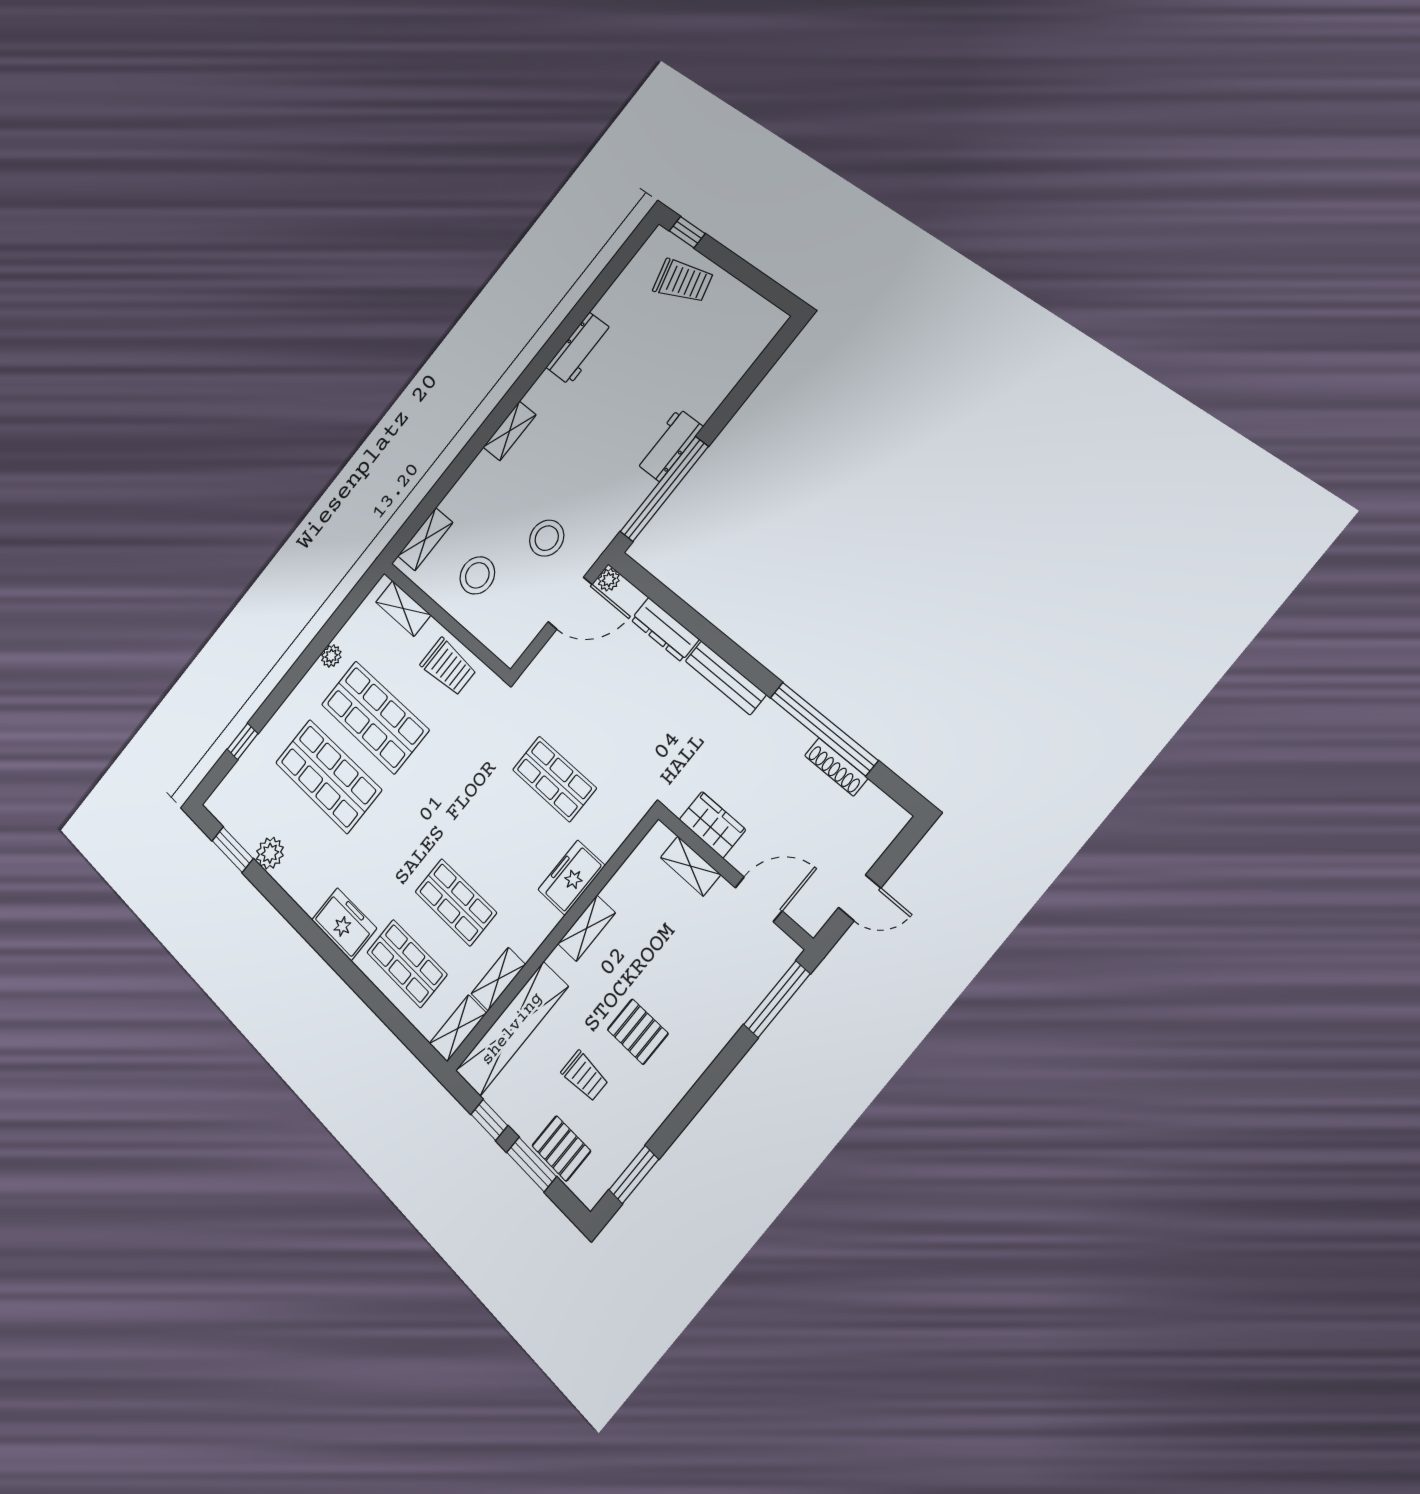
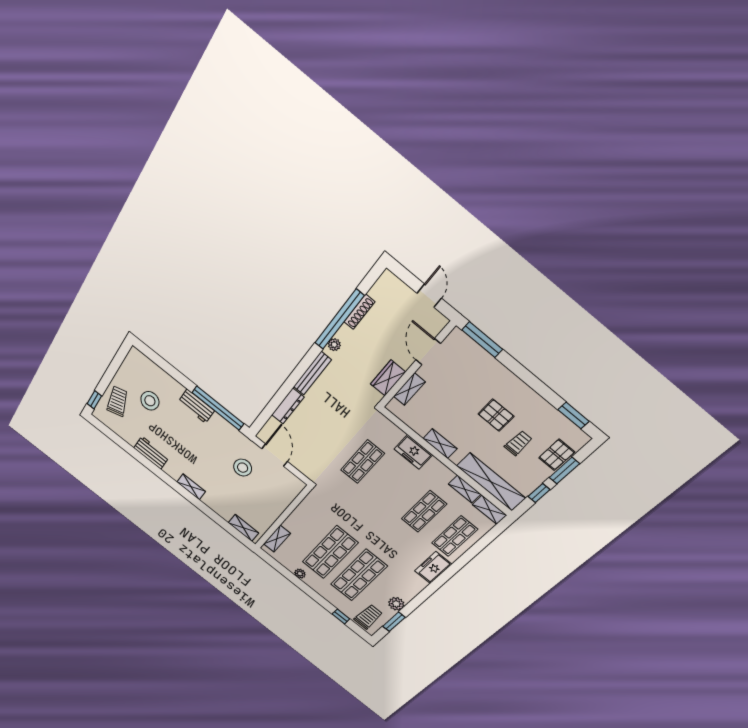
stool: (477, 575) -> (150, 401), moved
plant: (609, 580) -> (334, 345), moved
trolley: (448, 667) -> (368, 617), moved
pallet: (638, 1032) -> (496, 415), turned 90

